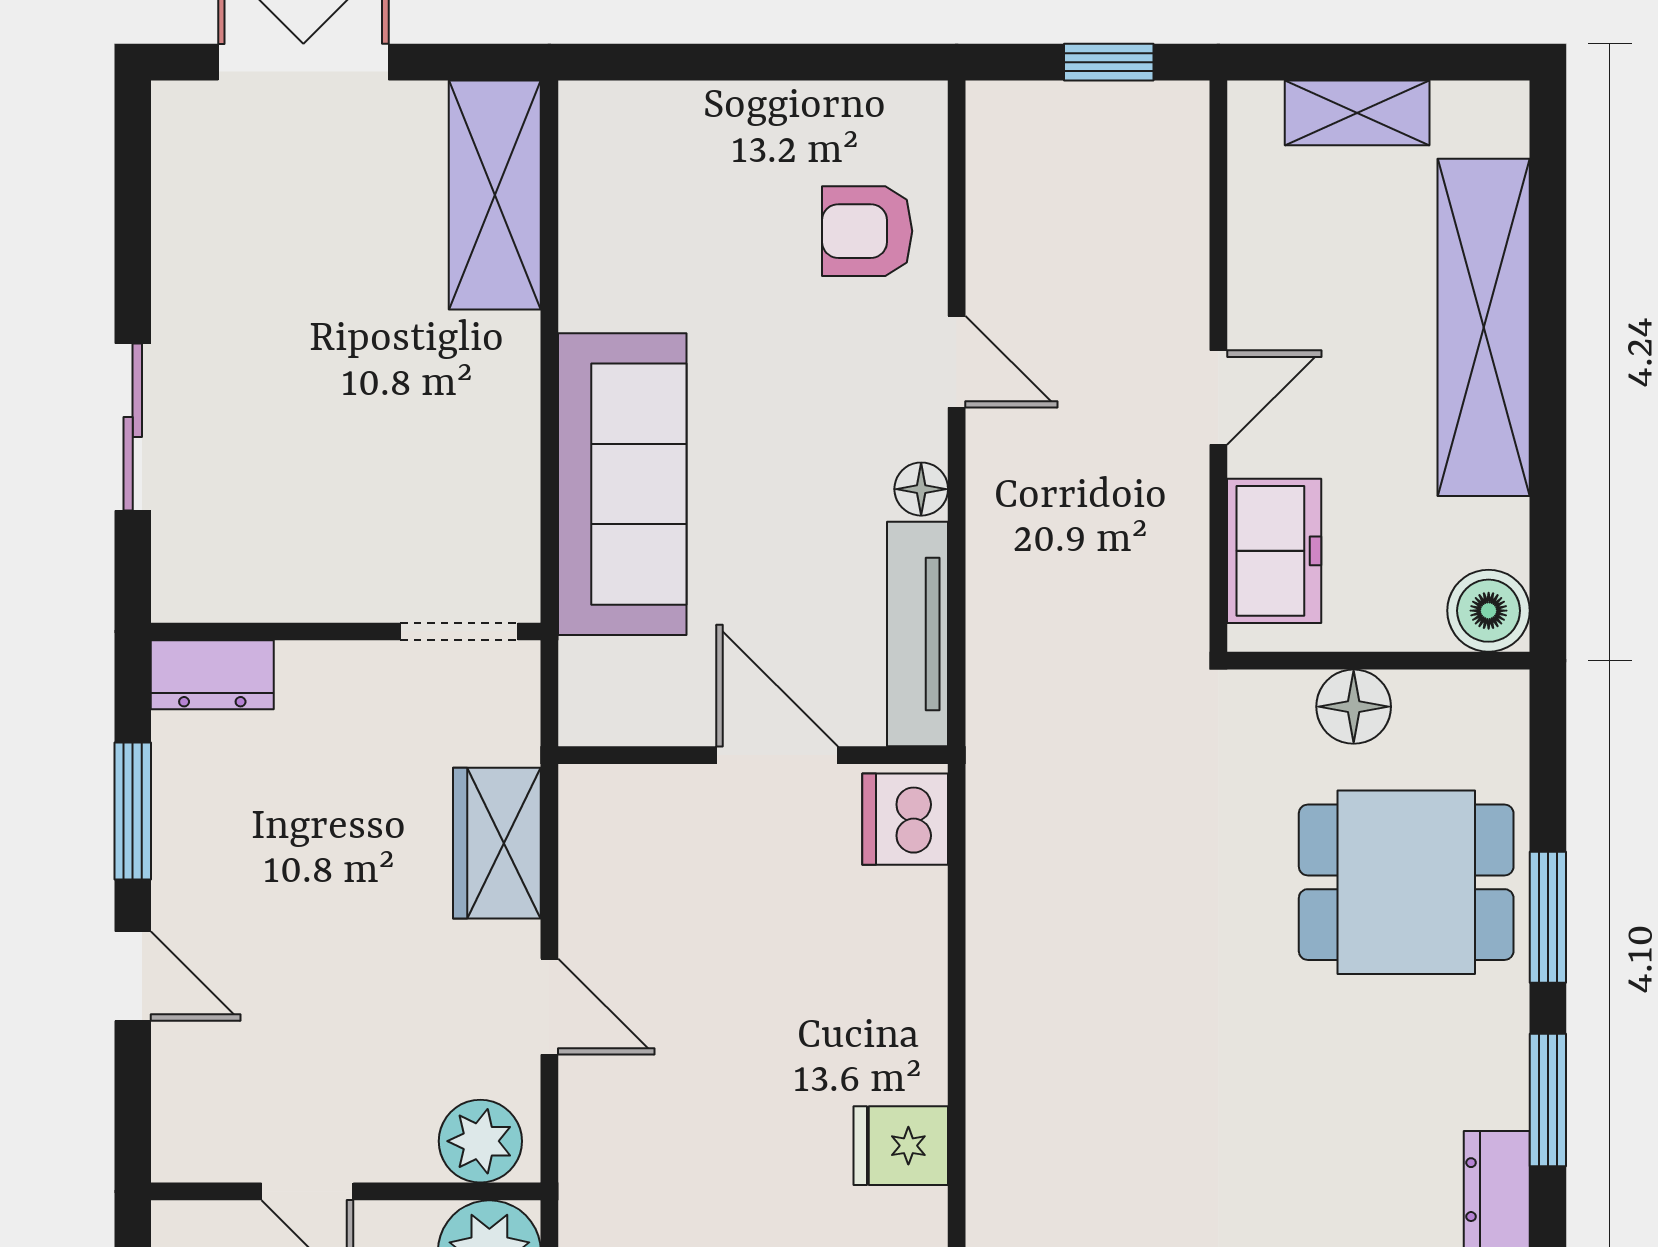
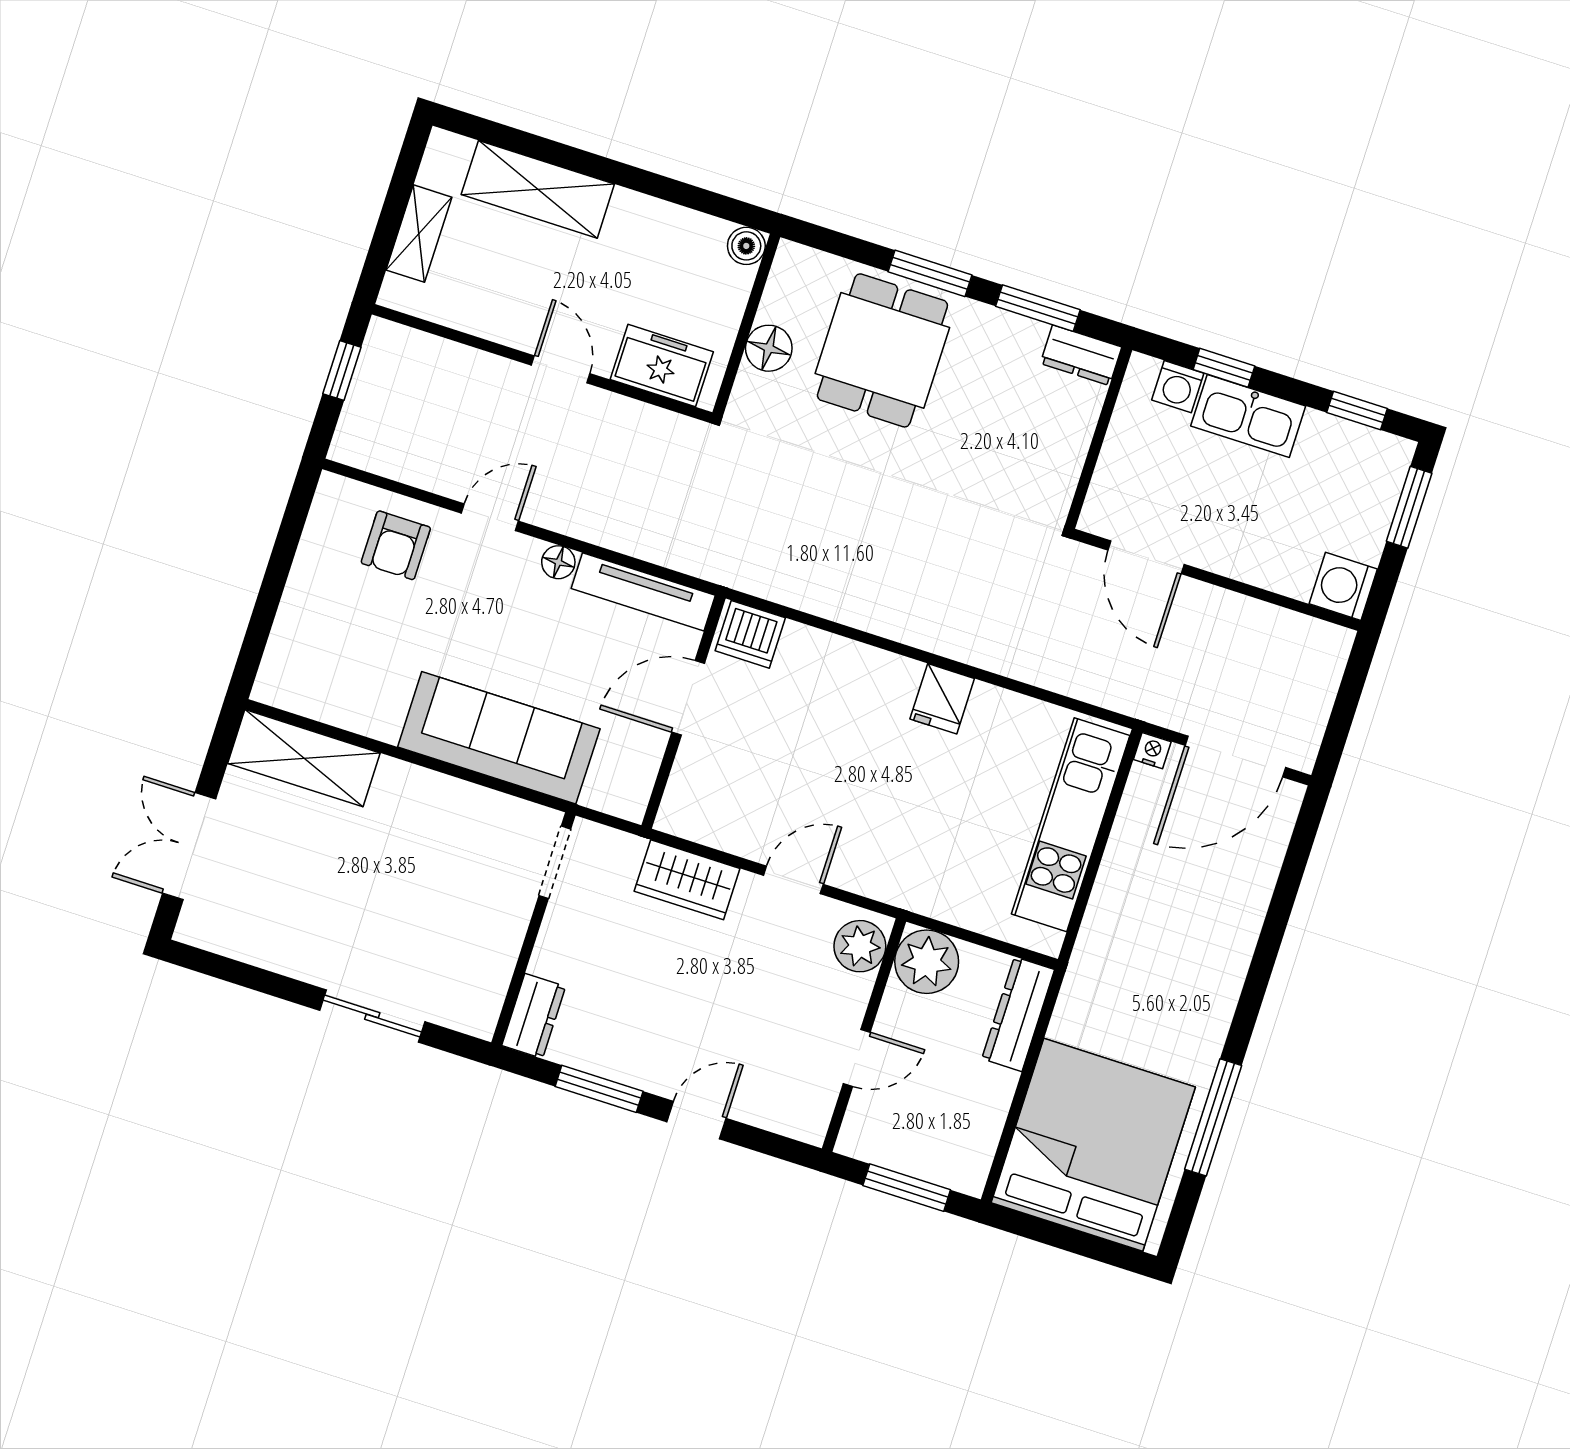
shelving: (1484, 327) -> (538, 189), width x0.68
boiler: (1489, 611) -> (746, 246), width x0.73, depth x0.73

